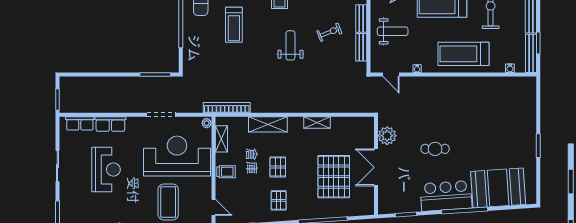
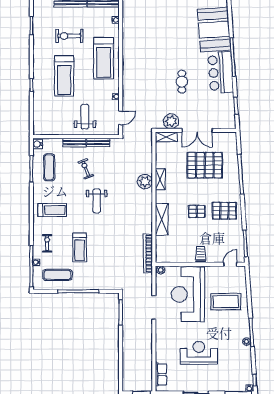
treadmill: (234, 25) -> (80, 248), turned 90
weight bench: (290, 45) -> (97, 201), turned -90
plant: (314, 104) -> (145, 182), added
row of seats: (110, 124) -> (161, 349), removed
shelving: (221, 139) -> (166, 137), moved
pallet: (279, 200) -> (224, 211), width x1.50, depth x1.42

